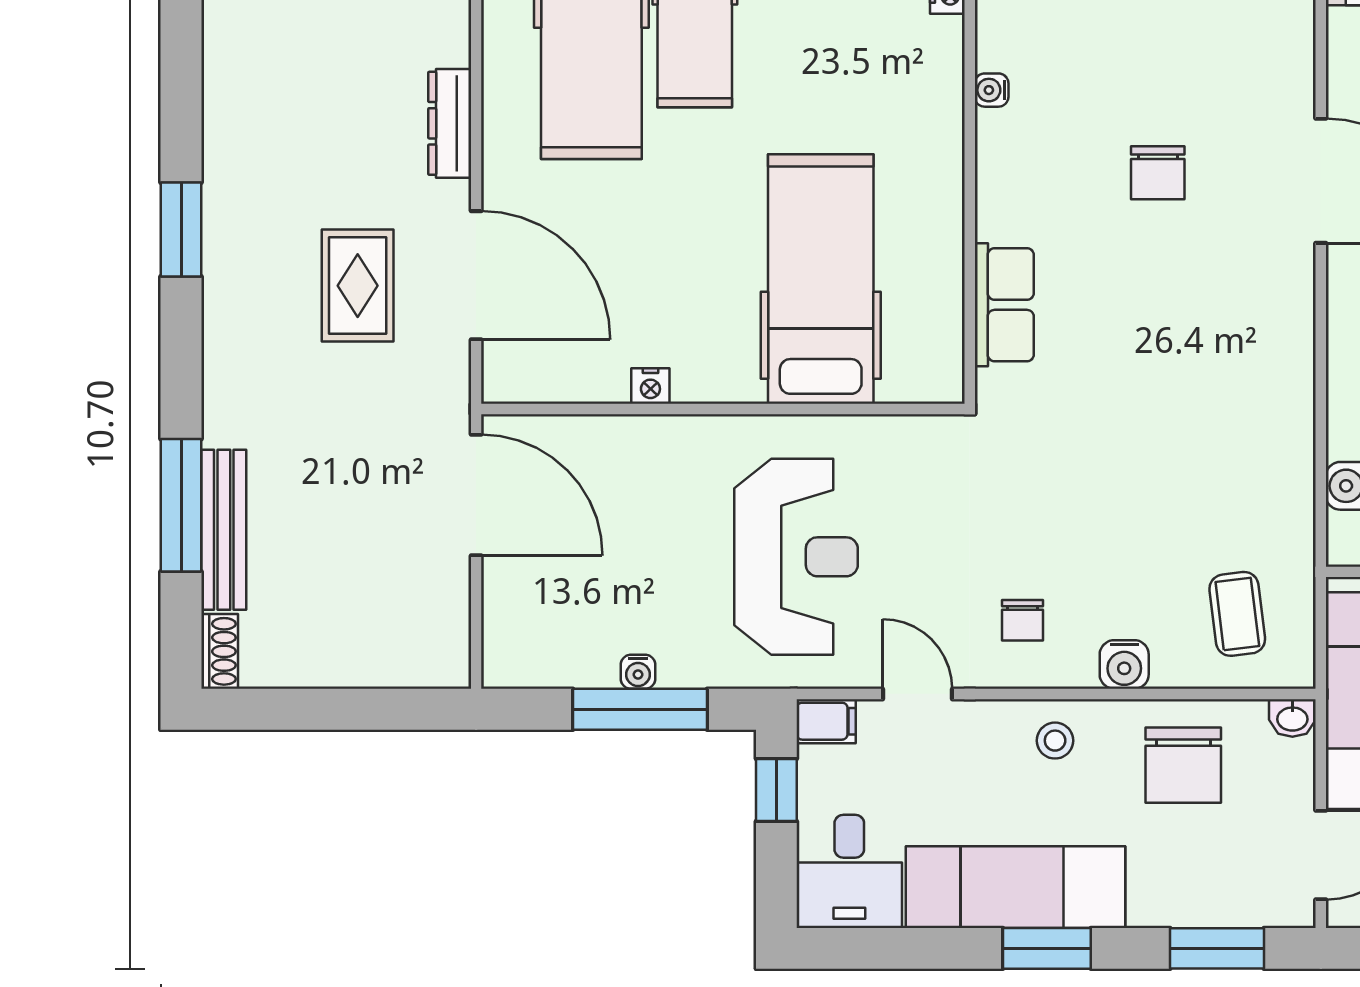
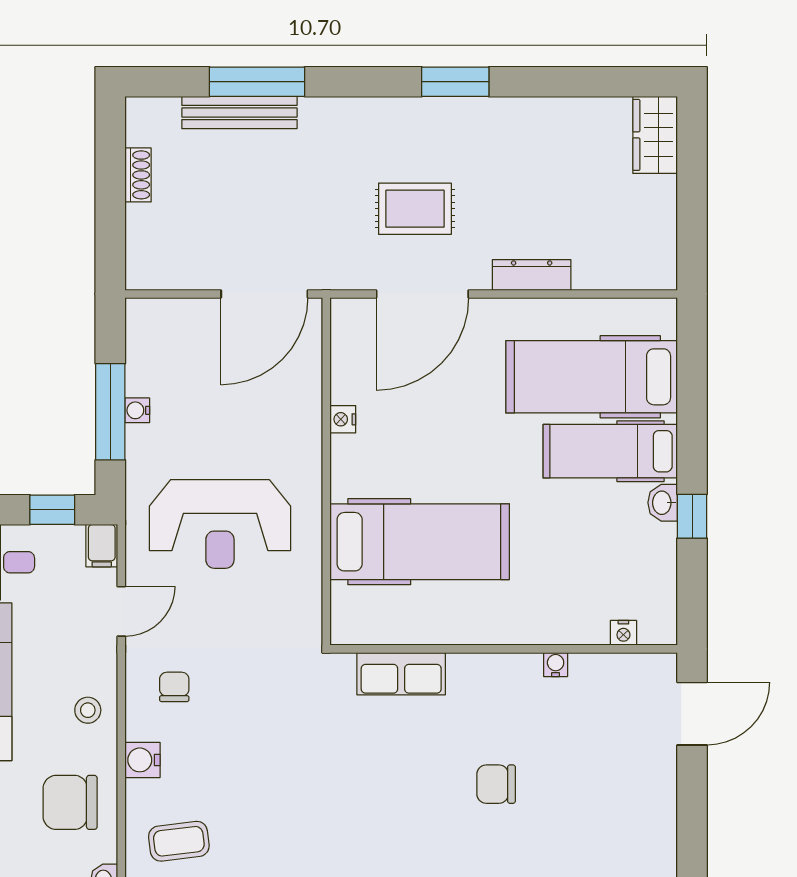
chair: (1023, 620) -> (174, 687), turned 90
shoe rack: (220, 651) -> (138, 175), moved, turned -90

